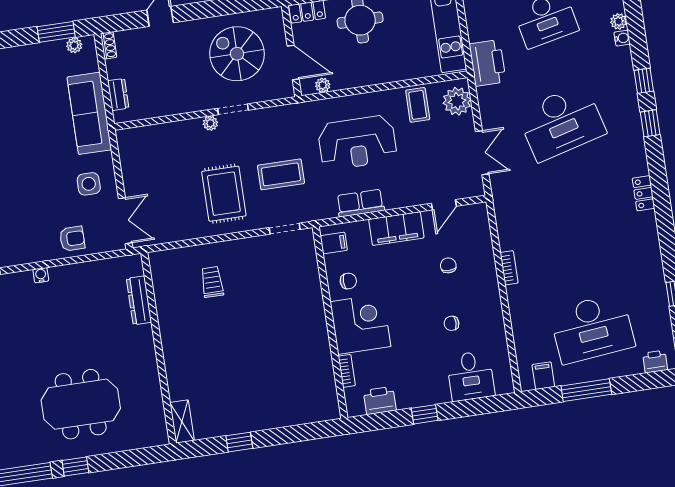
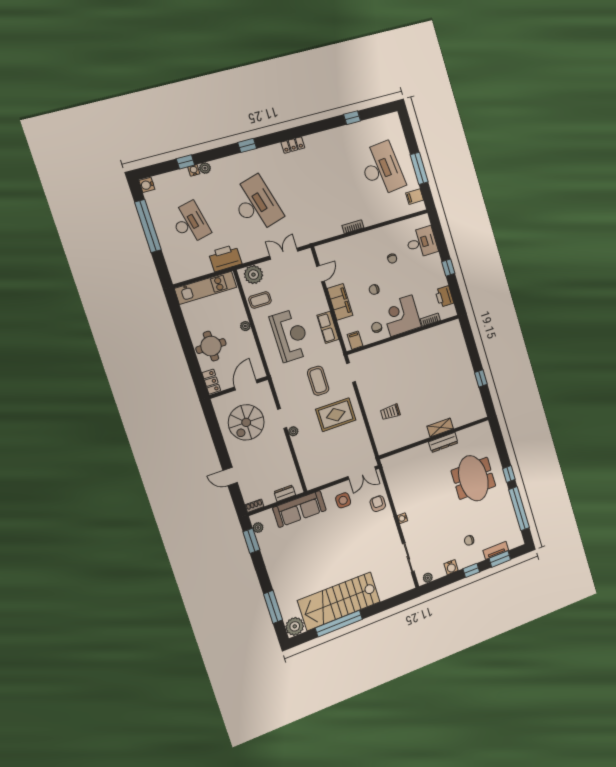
plant: (619, 21) -> (205, 168), moved
window: (644, 81) -> (185, 162), moved
plant: (323, 85) -> (245, 326), moved
door: (444, 205) -> (321, 274), hinge flipped
double door: (125, 221) -> (362, 473), swing flipped
chair: (448, 265) -> (374, 290), moved
dresser: (139, 300) -> (443, 442), moved
printer: (655, 362) -> (396, 127), removed
shelving: (182, 422) -> (440, 428), moved

